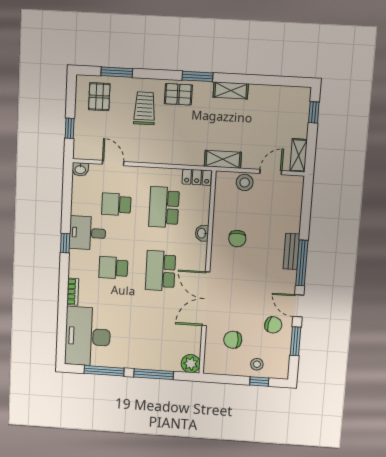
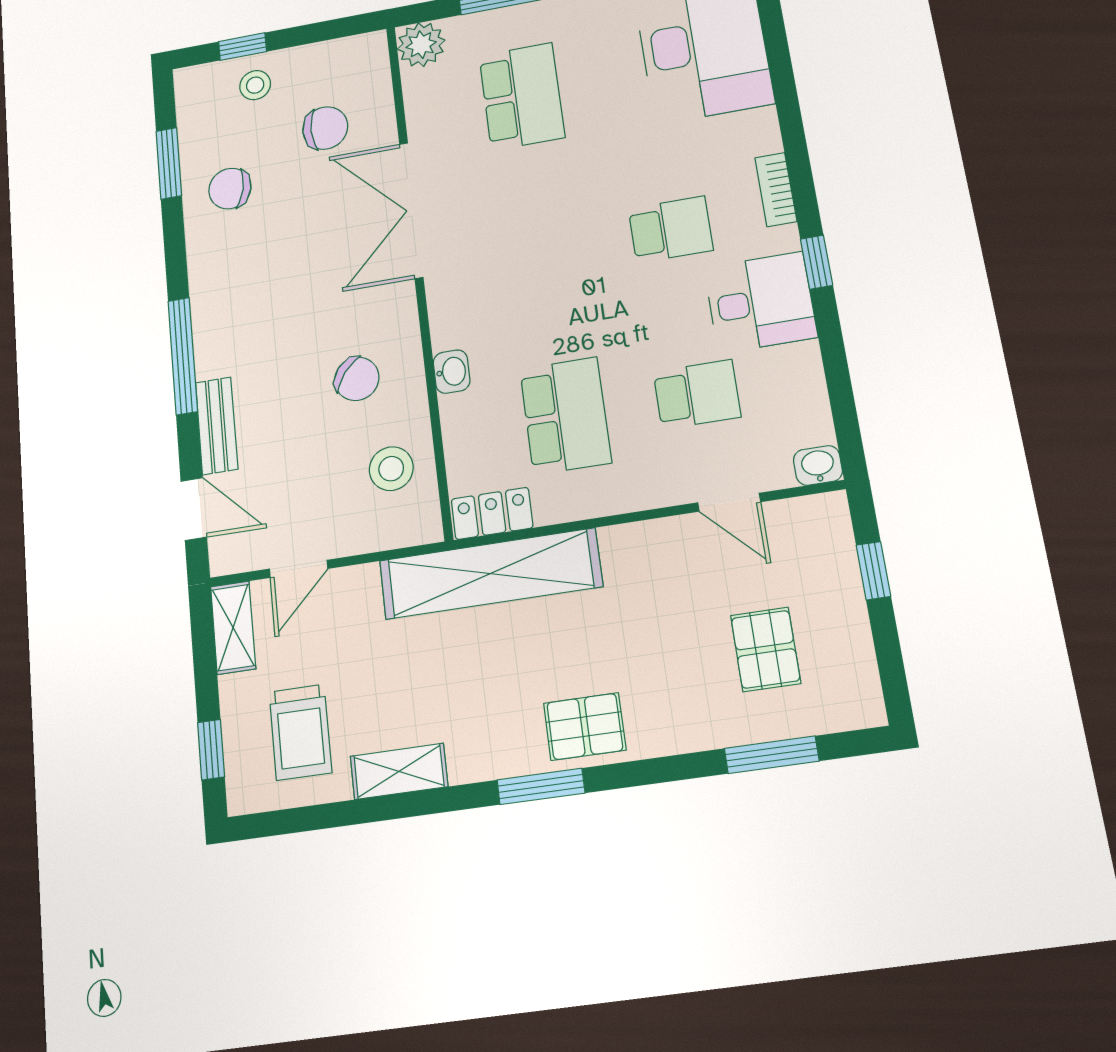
shelving: (231, 90) -> (399, 771), moved
pallet: (99, 97) -> (766, 649), moved
trolley: (145, 108) -> (300, 732), moved
shelving: (223, 159) -> (490, 574), width x2.20, depth x1.33
stool: (245, 182) -> (391, 469), moved
chair: (237, 239) -> (357, 379), turned 128
bench: (291, 251) -> (217, 426), moved
school desk: (160, 271) -> (522, 96), moved
bookcase: (73, 292) -> (776, 190), moved
double door: (206, 299) -> (411, 210), swing flipped
door: (298, 306) -> (194, 509), moved

